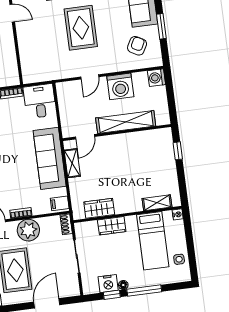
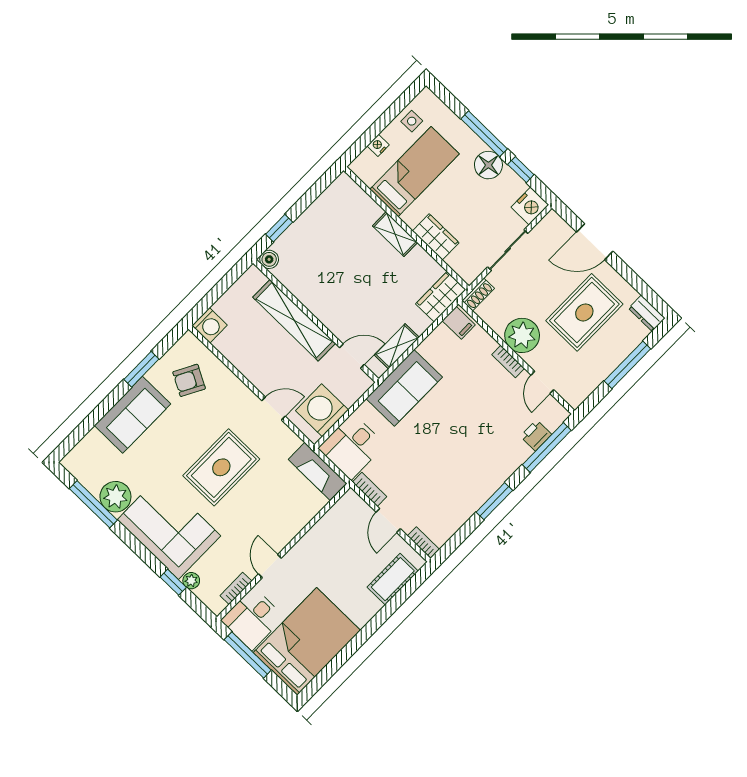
fireplace: (41, 74) -> (317, 471), added
washing machine: (120, 86) -> (322, 410), moved, turned -90
boiler: (166, 133) -> (269, 259), added
sofa: (50, 158) -> (404, 388), width x0.73
shelving: (157, 203) -> (395, 234), moved
wardrobe: (99, 208) -> (441, 297), moved, turned 90
nightstand: (178, 214) -> (378, 145), moved
nightstand: (108, 284) -> (530, 206), moved, turned 90
floor lamp: (123, 285) -> (488, 165), width x1.89, depth x1.89

